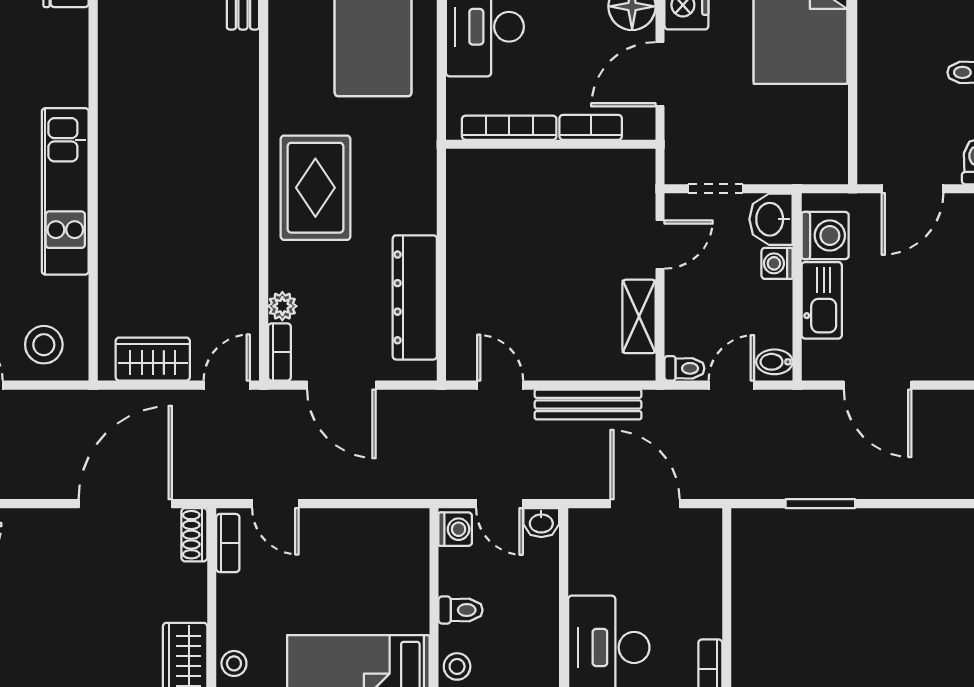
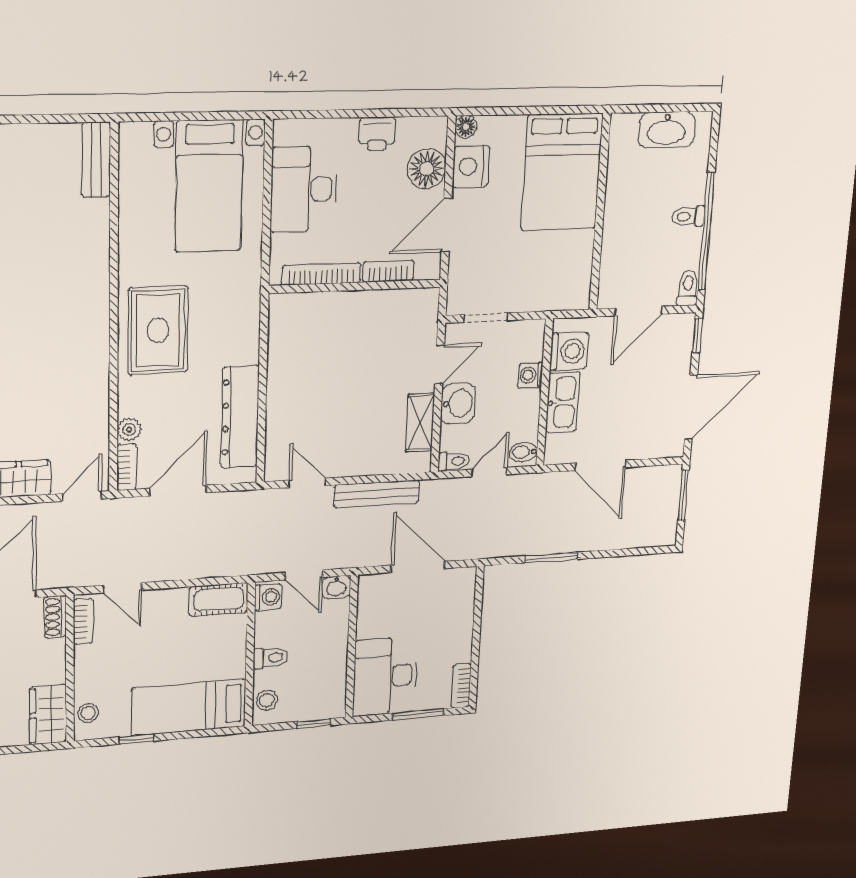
washbasin: (771, 219) -> (458, 404), moved, turned 180
door: (341, 385) -> (178, 491), swing flipped
cot: (394, 528) -> (219, 599), added

